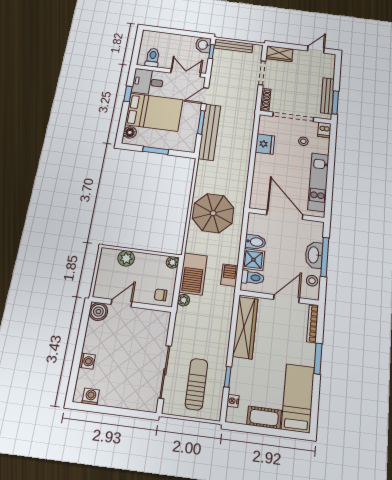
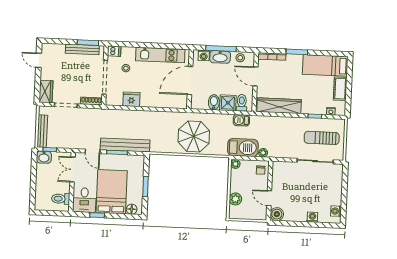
washing machine: (316, 234) -> (204, 55), added

